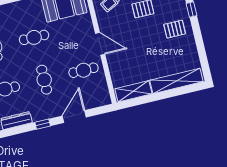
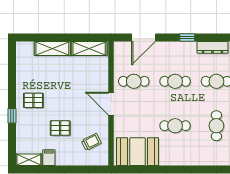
cafe table: (44, 80) -> (175, 81), turned 90
shelving: (176, 81) -> (52, 48), width x0.68
door: (74, 117) -> (143, 37), moved

